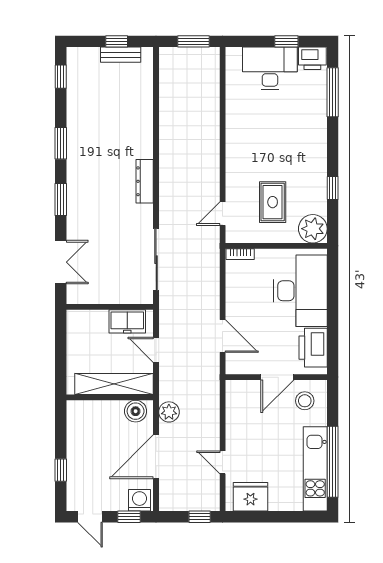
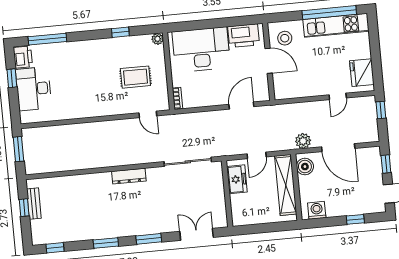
plant: (313, 229) -> (158, 39), width x0.53, depth x0.53
washing machine: (139, 500) -> (317, 210), moved, turned 90

